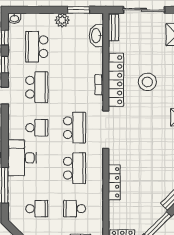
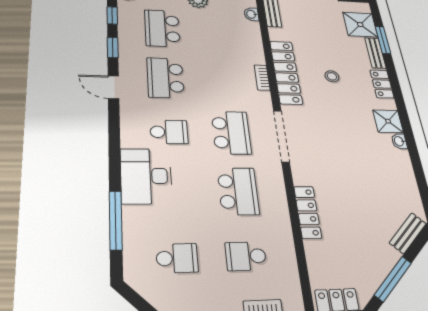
washbasin: (96, 36) -> (251, 14), width x0.52, depth x0.69
stool: (147, 82) -> (332, 76), width x0.53, depth x0.53
school desk: (37, 87) -> (165, 78), turned 180

